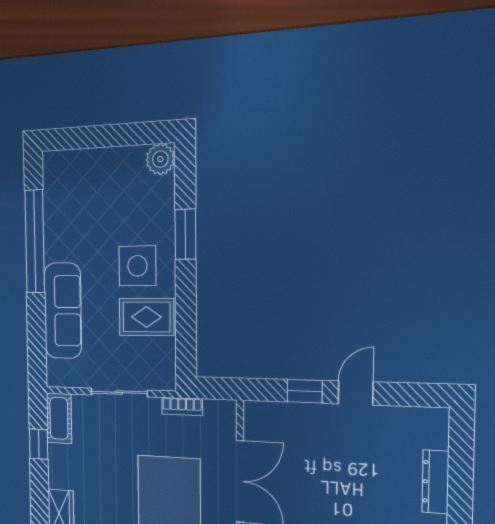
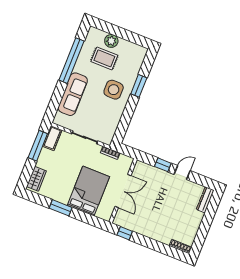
plant: (160, 159) -> (111, 41), moved
rug: (146, 317) -> (104, 58), moved
window: (39, 444) -> (38, 146), width x2.17
dresser: (435, 482) -> (205, 200), moved

